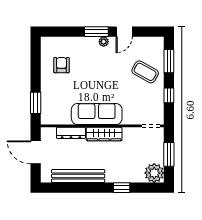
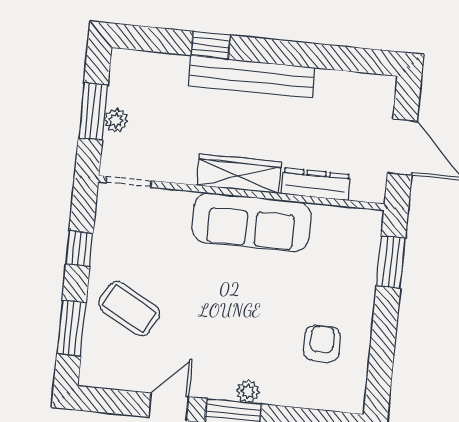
plant: (104, 42) -> (248, 391), moved
armchair: (61, 65) -> (322, 344), turned 180
plant: (154, 173) -> (116, 120), moved, width x0.53, depth x0.53
bench: (78, 176) -> (251, 77), moved

